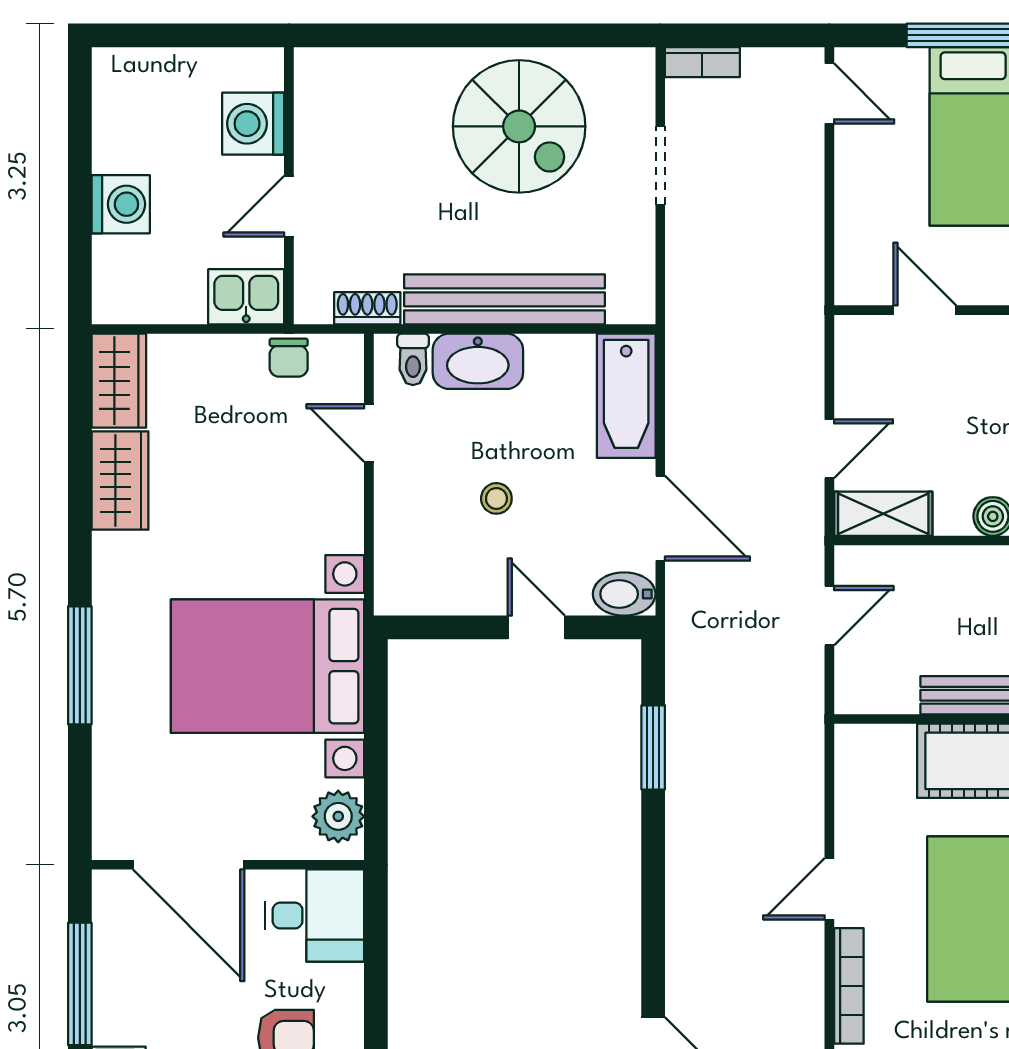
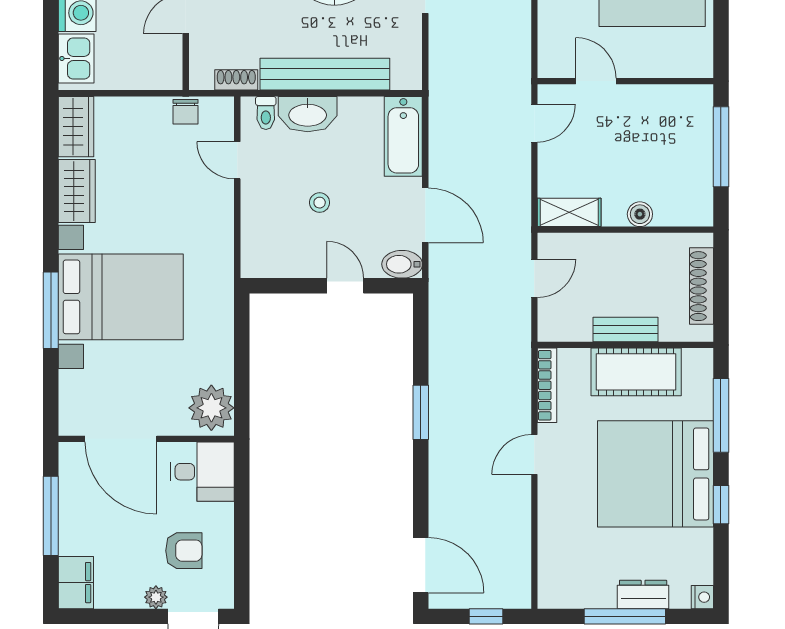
kitchen sink: (246, 297) -> (76, 58), moved, turned 90
door: (829, 449) -> (534, 123), moved
bed with nightstands: (267, 666) -> (121, 297), moved, turned 180
window: (653, 747) -> (421, 412), moved
plant: (338, 816) -> (211, 408), width x1.36, depth x1.36
bookcase: (849, 986) -> (547, 385), moved

